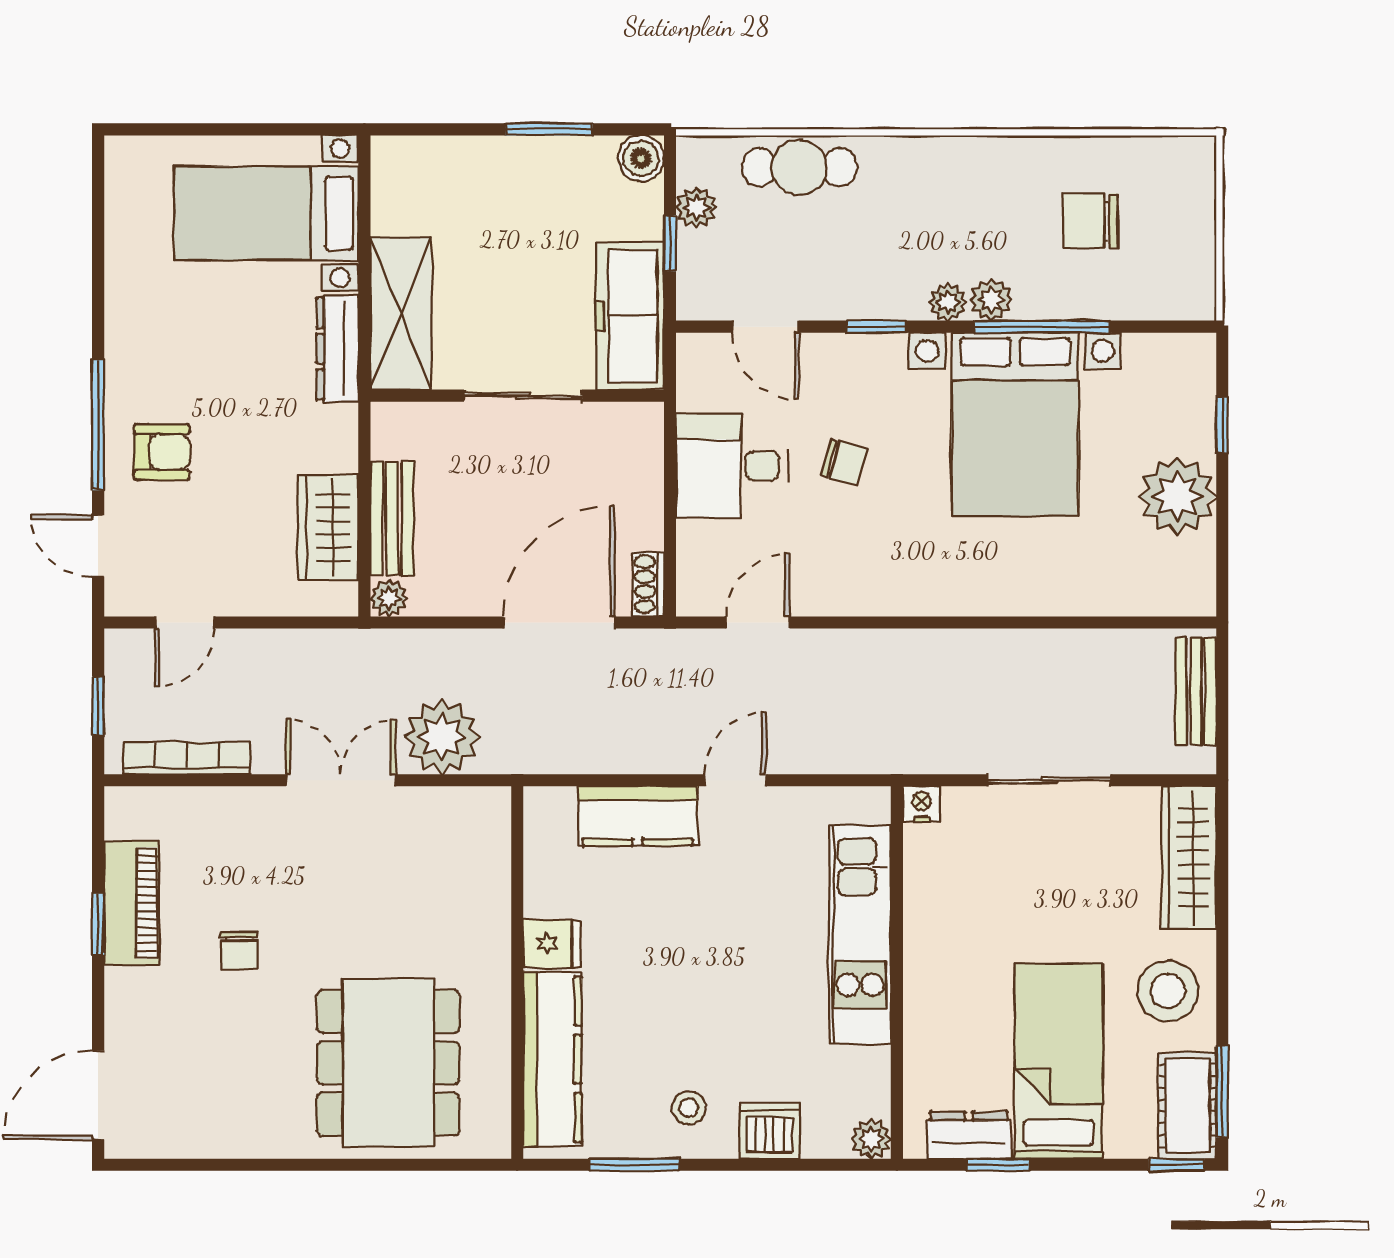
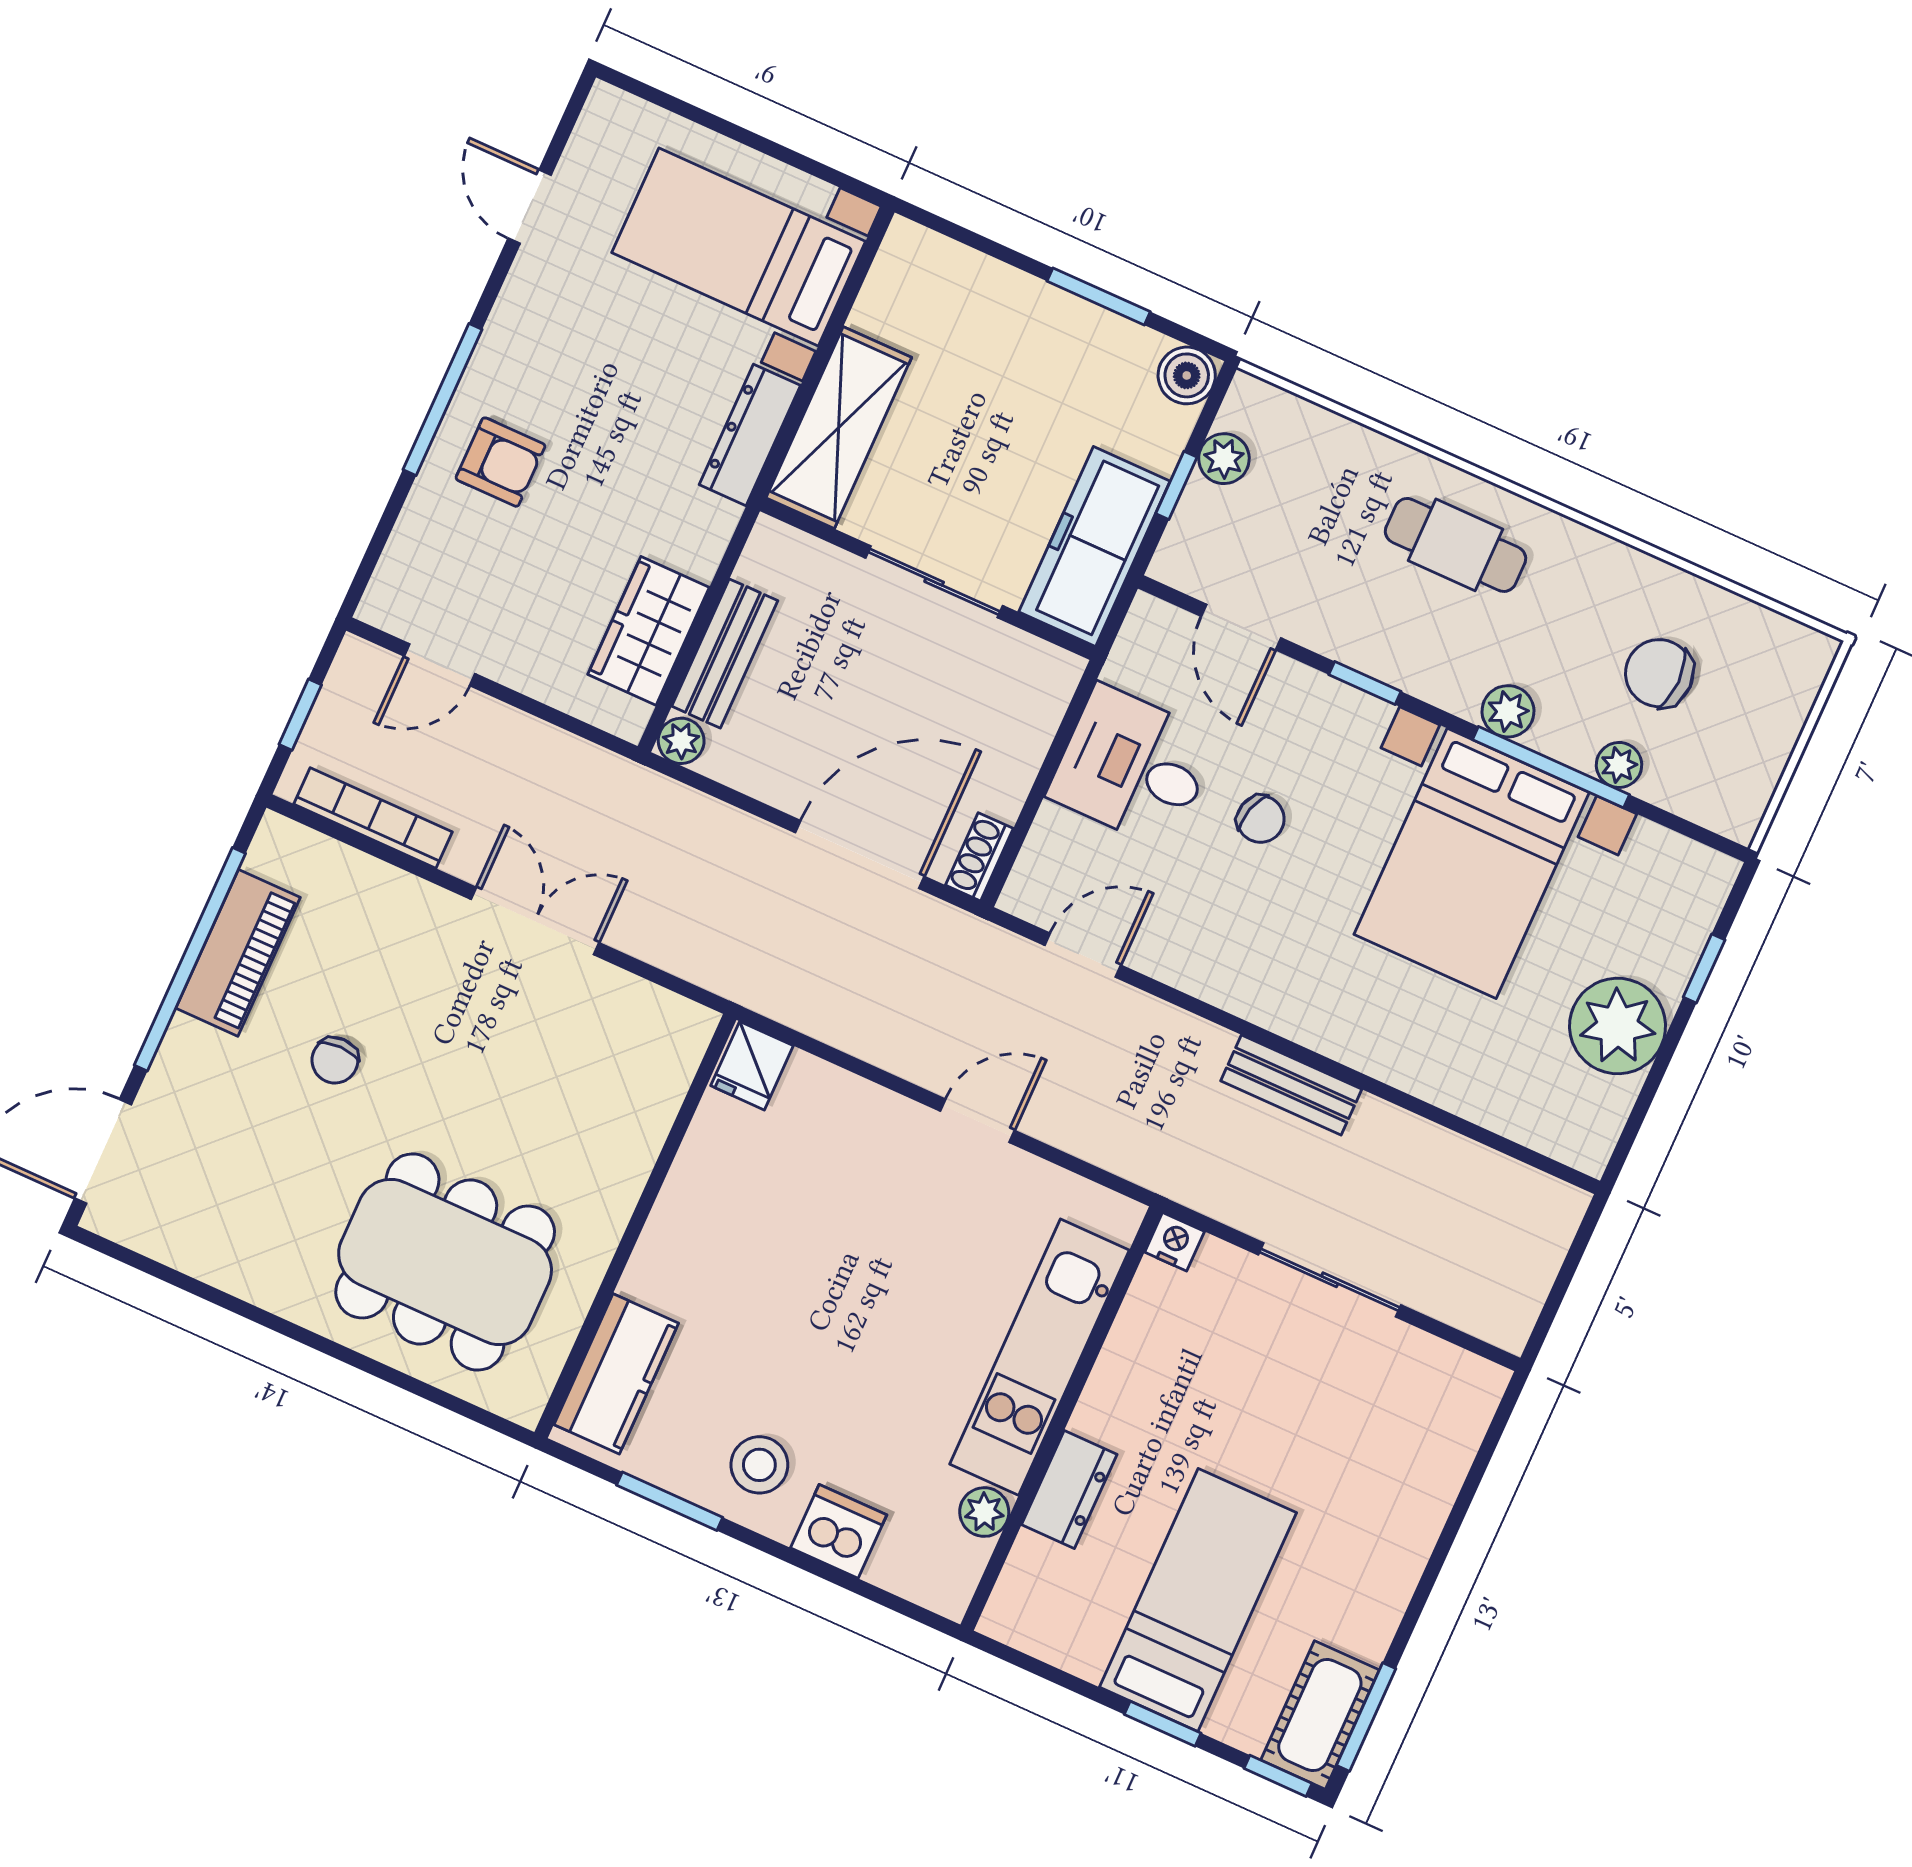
cafe table: (799, 167) -> (1456, 545), moved
plant: (948, 302) -> (1619, 765), moved
door: (98, 546) -> (530, 207), moved
bench: (1196, 692) -> (1291, 1085), moved, turned 90
plant: (442, 737) -> (670, 923), removed
kitchen counter: (638, 816) -> (850, 1112), removed
wardrobe: (1189, 857) -> (1447, 1437), removed
window: (98, 924) -> (190, 959), width x3.17
fridge: (552, 944) -> (752, 1066), moved, turned 90
stool: (1168, 991) -> (1356, 1576), removed
kitchen counter: (552, 1059) -> (616, 1374), width x0.67
dining table: (388, 1063) -> (445, 1262), turned 90
stool: (689, 1108) -> (759, 1465), width x1.37, depth x1.37
dresser: (969, 1135) -> (1069, 1489), moved, turned 90
plant: (871, 1139) -> (984, 1512), moved
window: (998, 1165) -> (1163, 1724), moved

